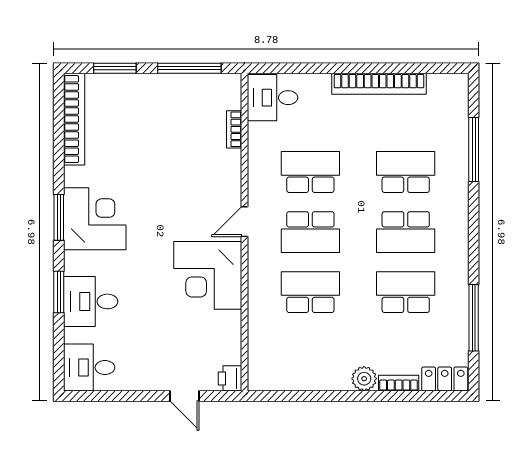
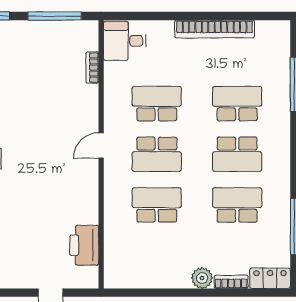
corner desk: (208, 275) -> (70, 191), removed
printer: (230, 378) -> (84, 245), moved, width x1.87, depth x1.48

